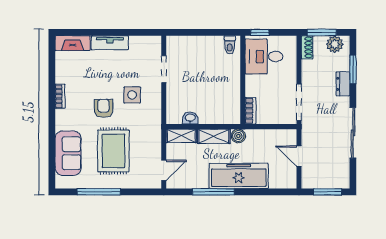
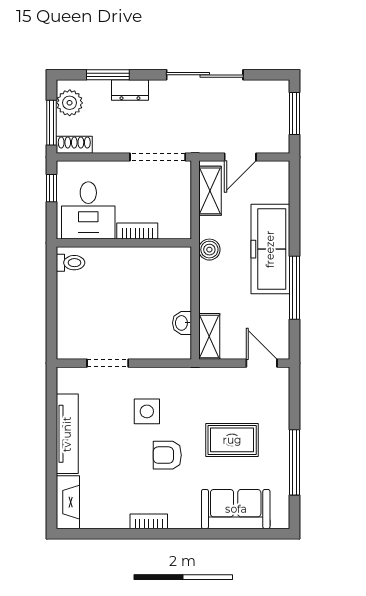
window: (260, 32) -> (52, 188), moved
tv unit: (110, 43) -> (67, 434), width x1.41
bookcase: (250, 111) -> (137, 231), moved
shelving: (214, 136) -> (210, 191), moved
rug: (113, 151) -> (232, 440), width x0.73, depth x0.70

